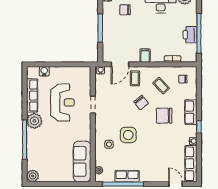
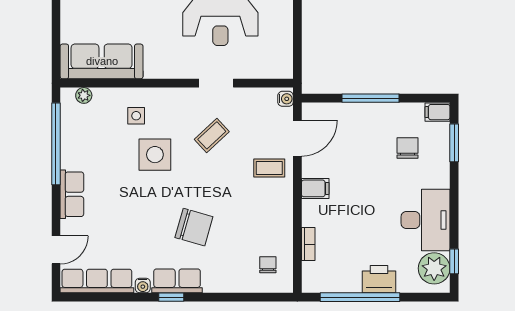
printer: (190, 35) -> (379, 279), moved
door: (120, 64) -> (297, 138), swing flipped
coffee table: (161, 86) -> (212, 135), moved
chair: (141, 103) -> (220, 181), removed
row of seats: (191, 112) -> (177, 281), moved
chair: (164, 116) -> (194, 227), turned 106
row of seats: (127, 176) -> (72, 194), moved

